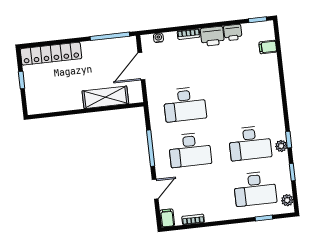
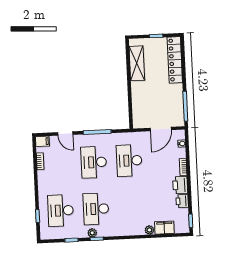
filing cabinet: (268, 47) -> (164, 228), width x2.00
door: (141, 66) -> (161, 129), swing flipped
shelving: (105, 97) -> (137, 63), moved
plant: (287, 200) -> (149, 230), moved

